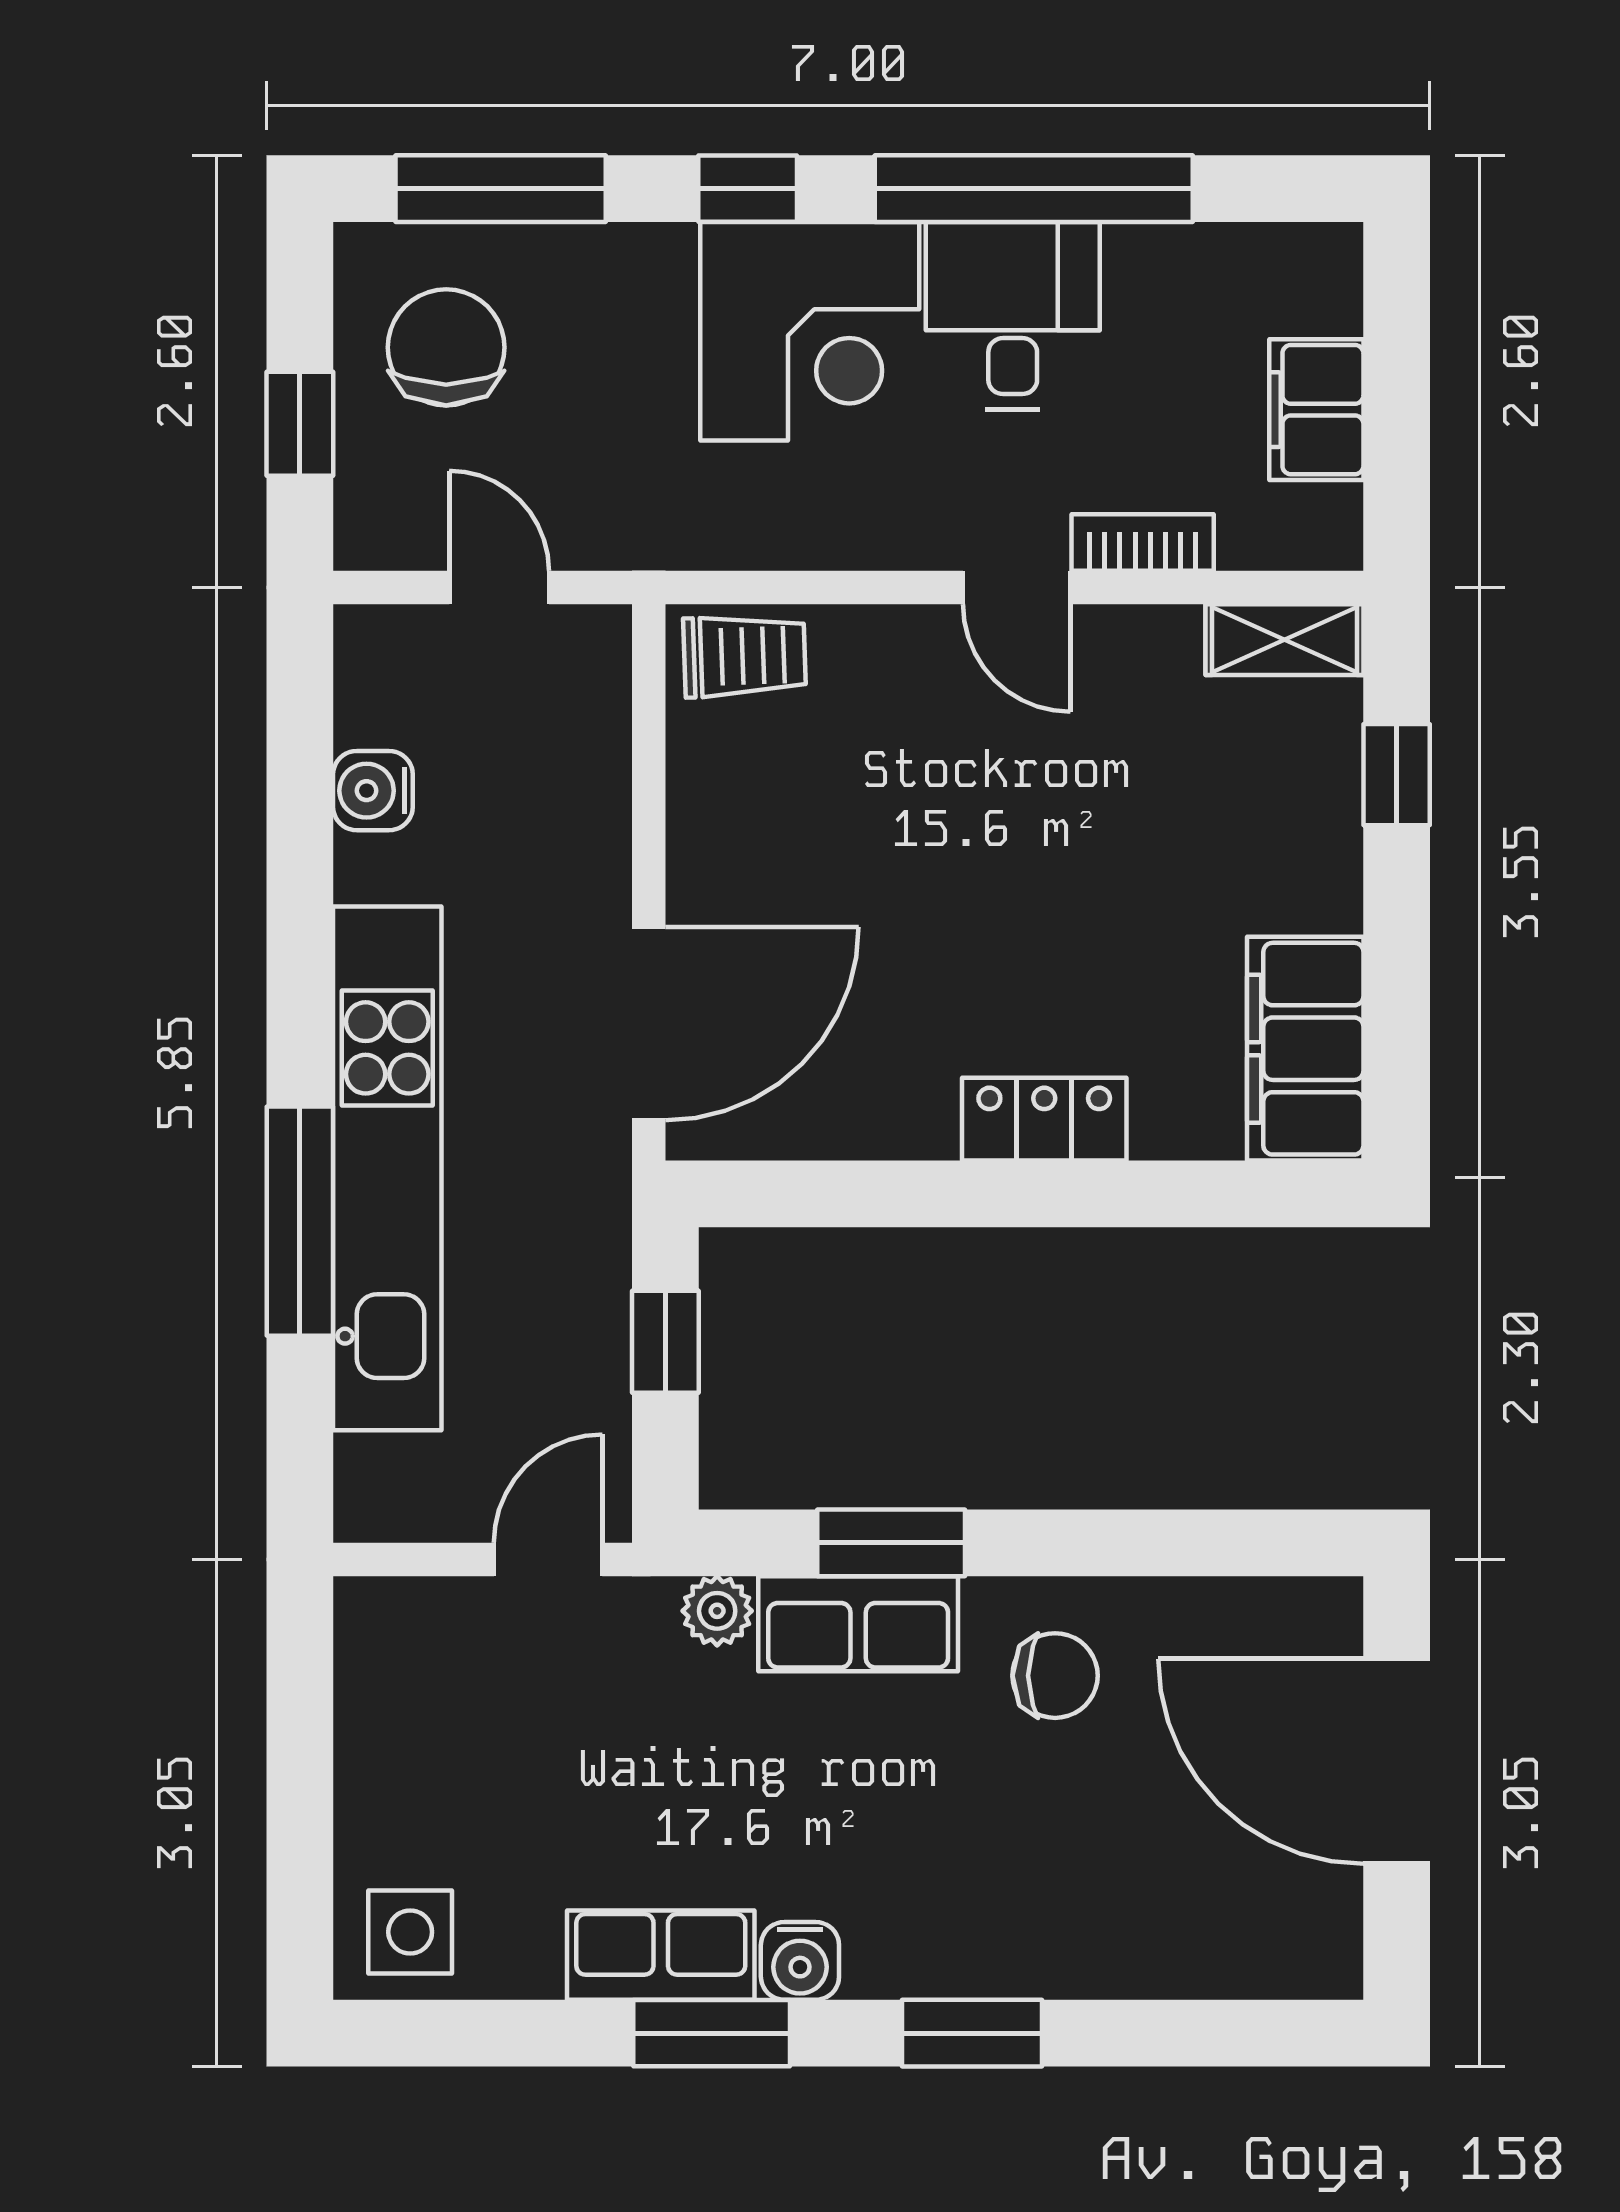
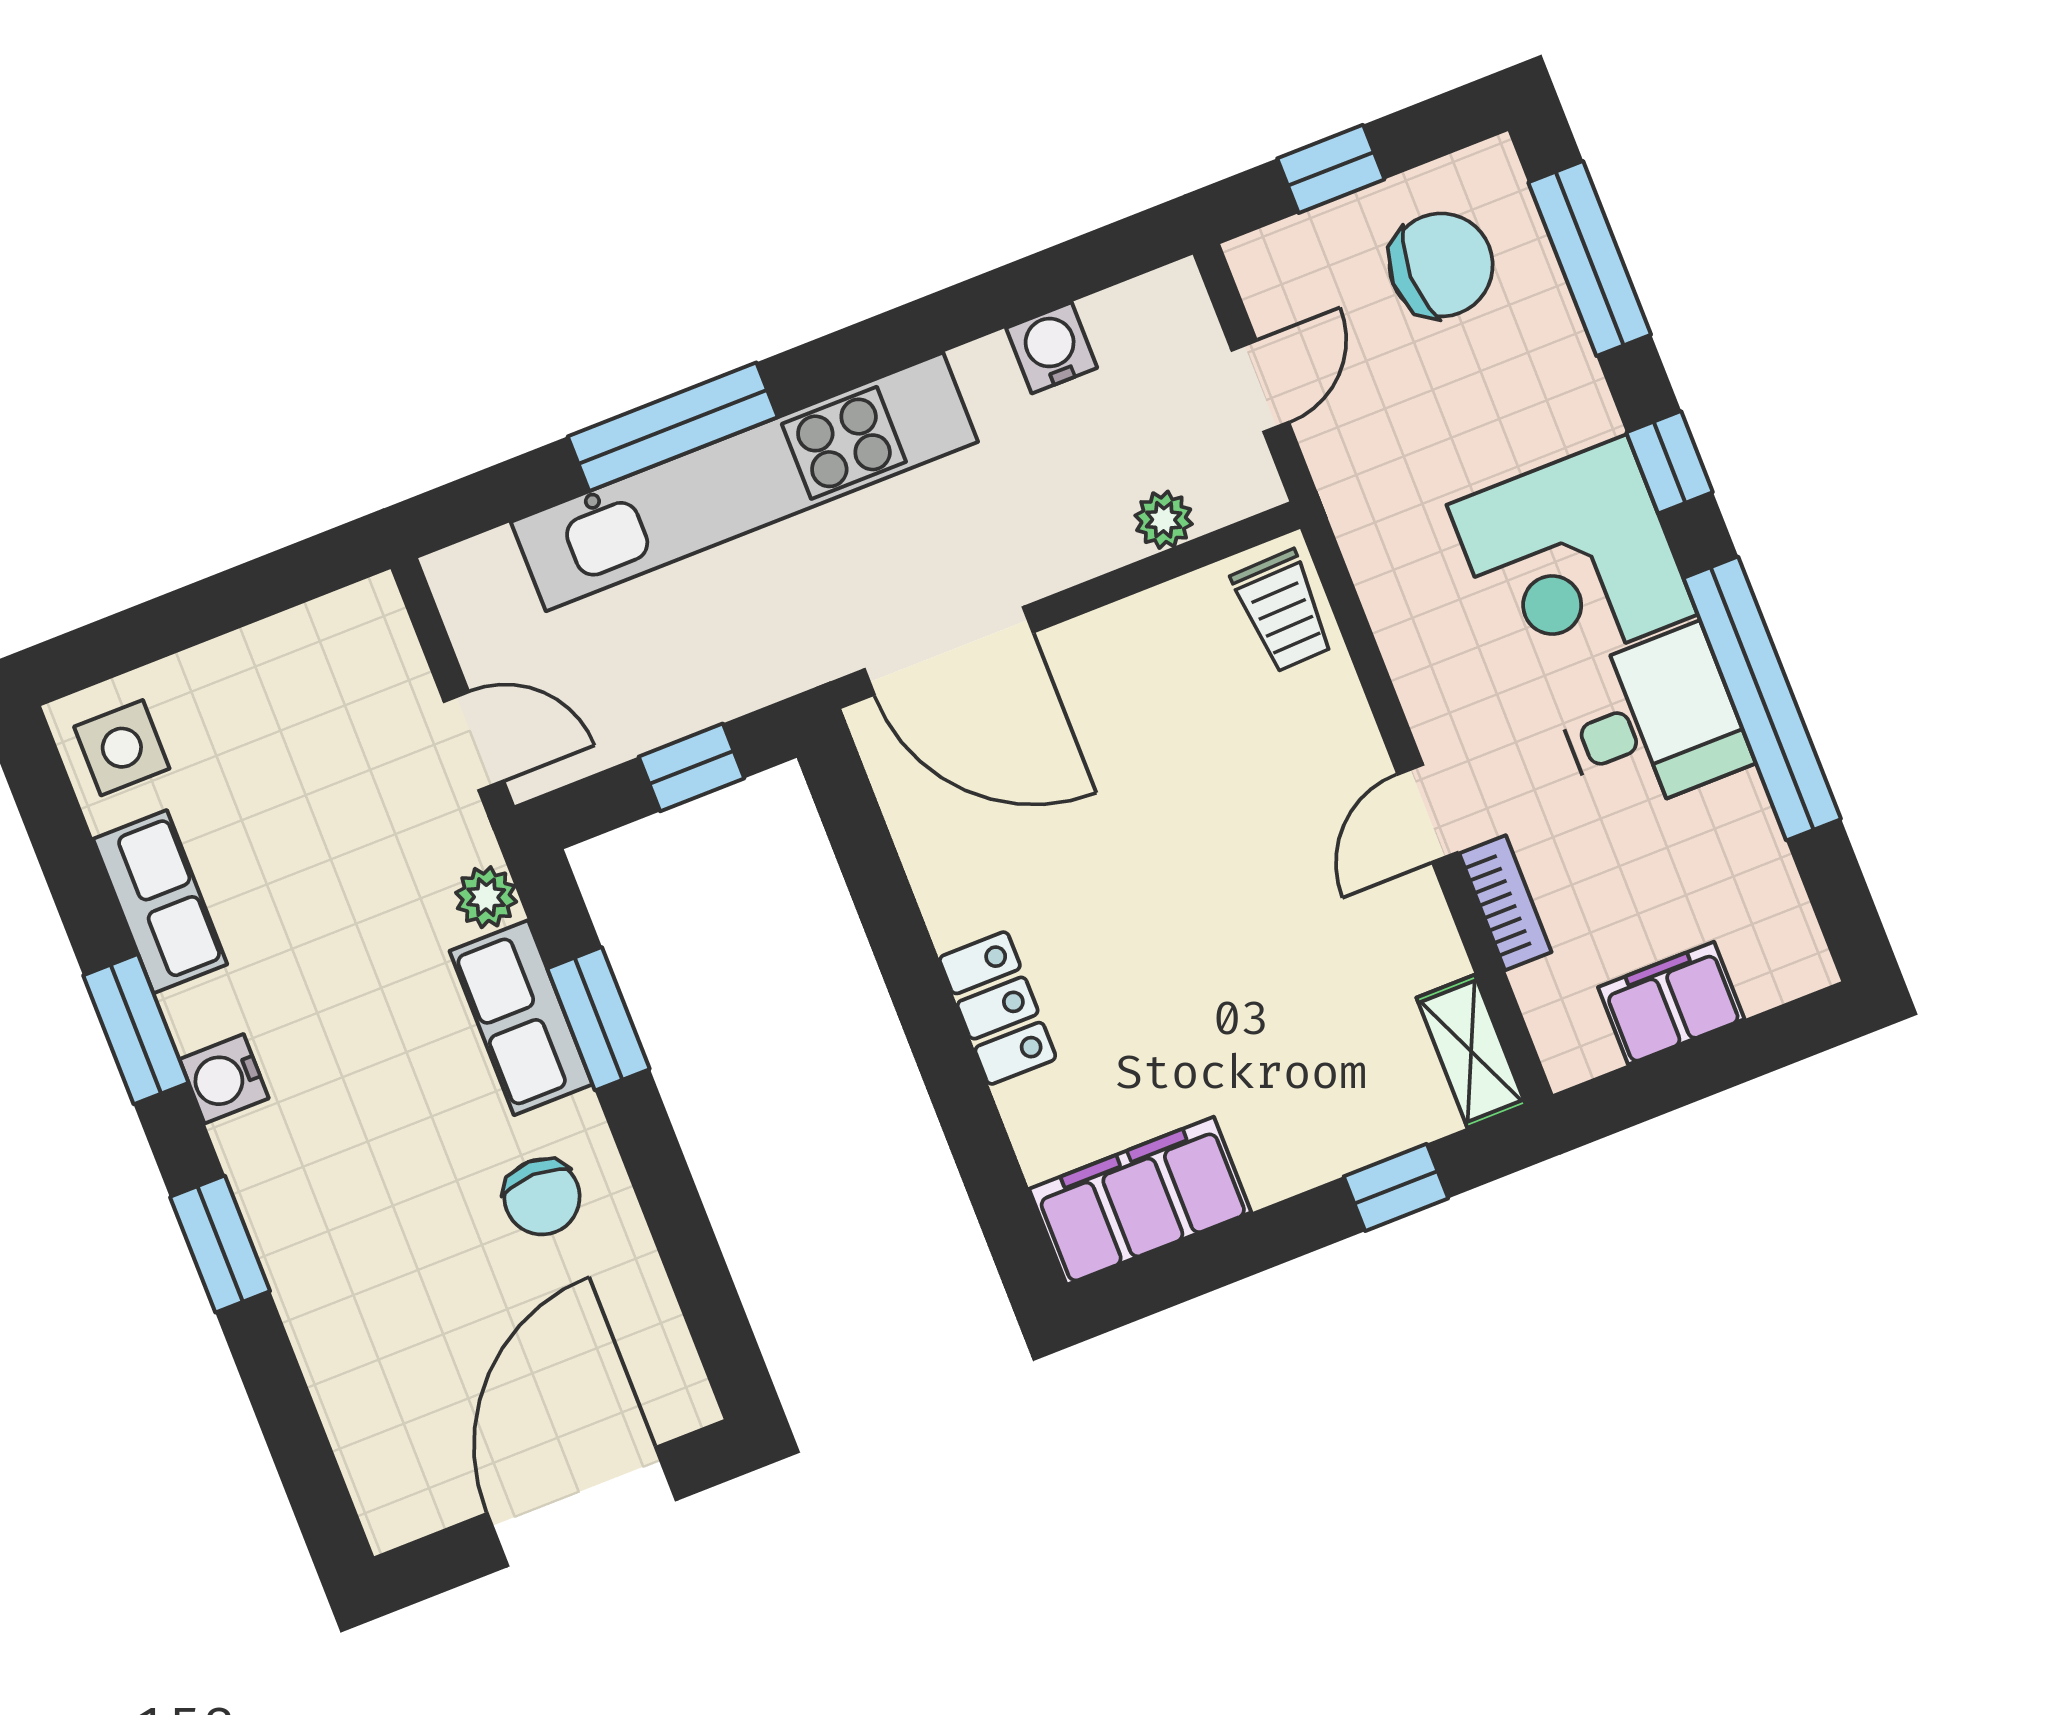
plant: (600, 744) -> (1164, 520), added
row of seats: (661, 1955) -> (160, 902), moved

